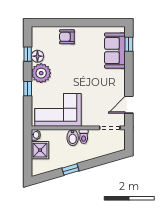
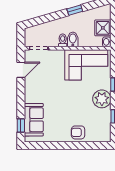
armchair: (67, 37) -> (78, 132), turned 180
floor lamp: (37, 56) -> (105, 115), removed

